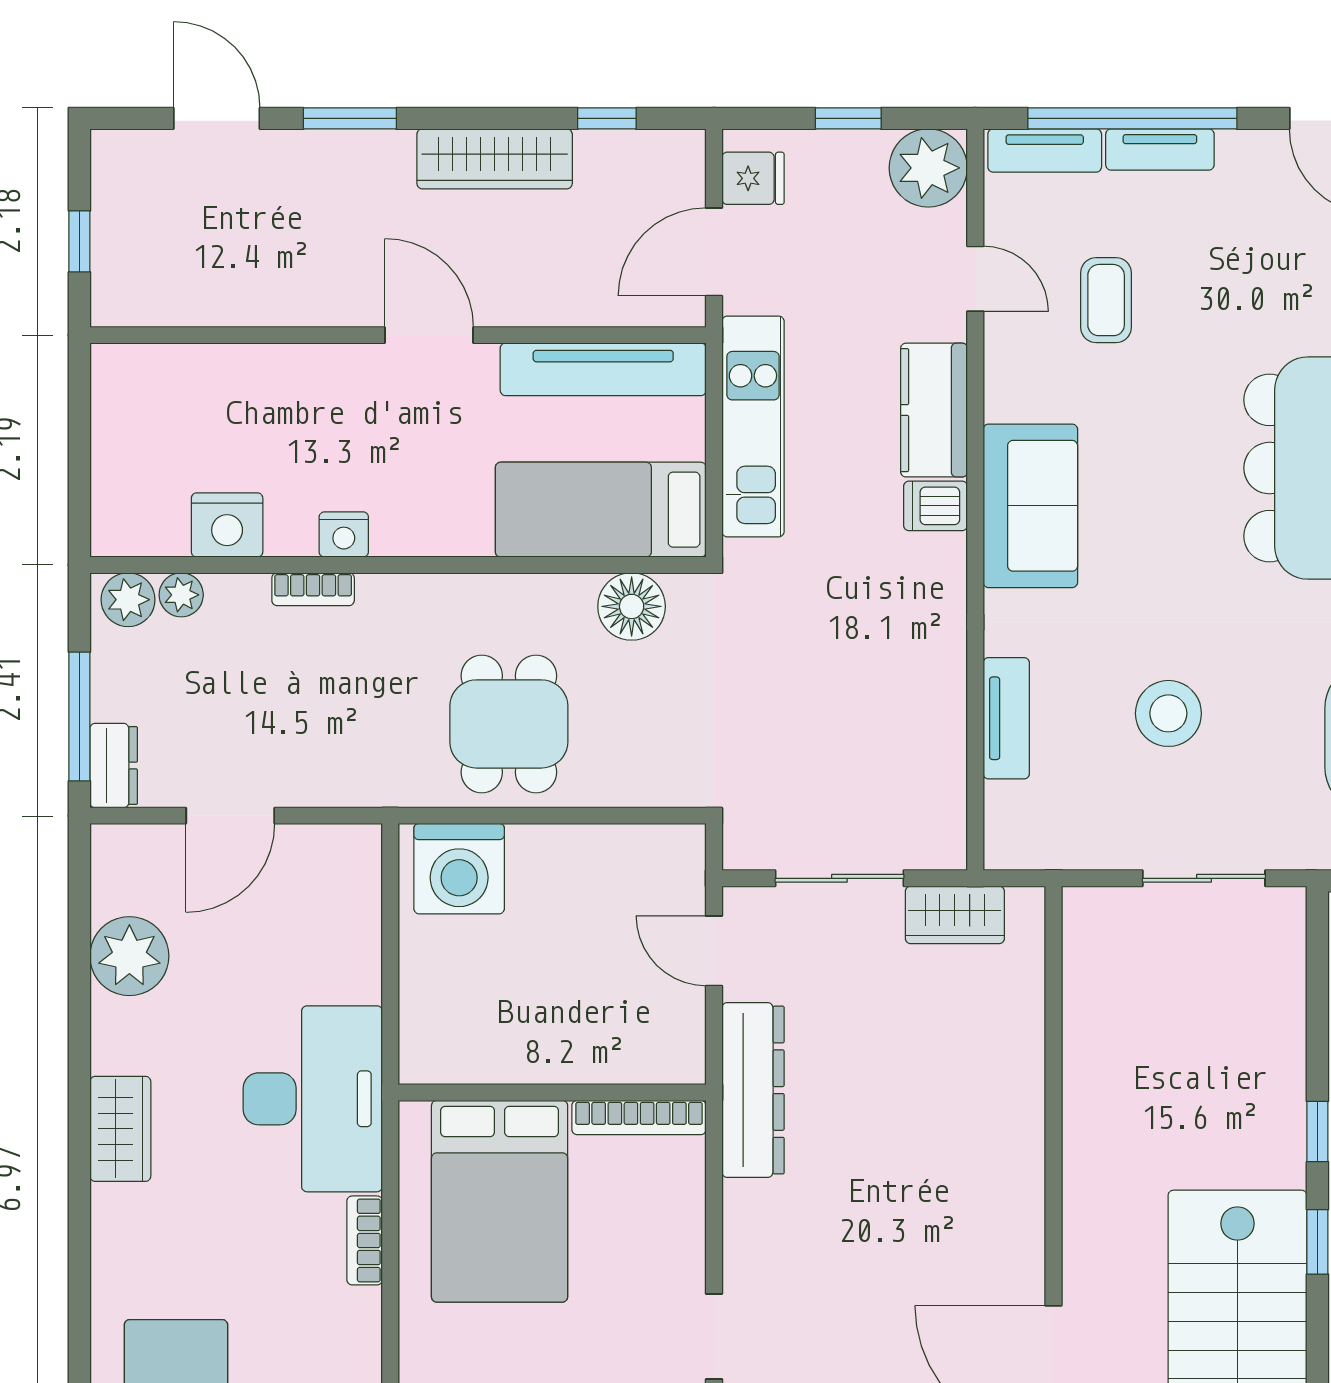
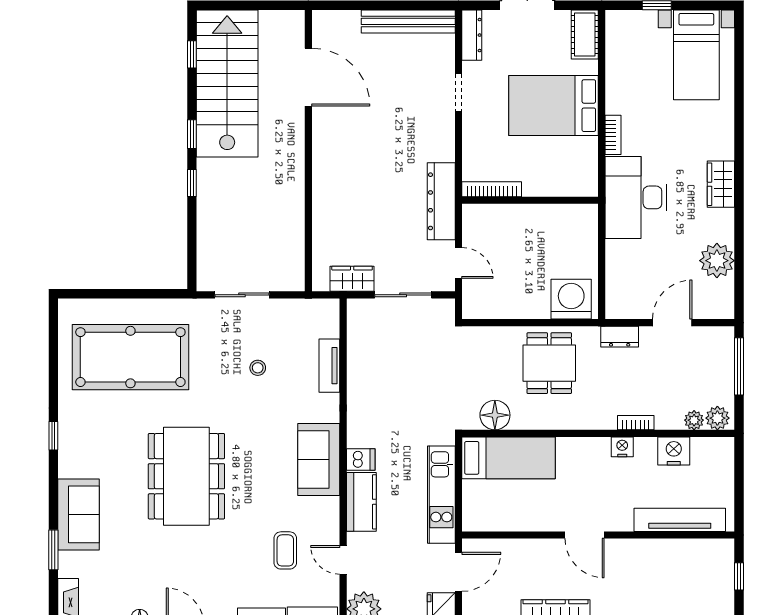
tv unit: (603, 369) -> (680, 520), moved
stool: (1168, 713) -> (258, 368), width x0.53, depth x0.53
dresser: (114, 766) -> (620, 337), moved, turned -90
bed: (500, 1201) -> (554, 106), moved, turned -90

